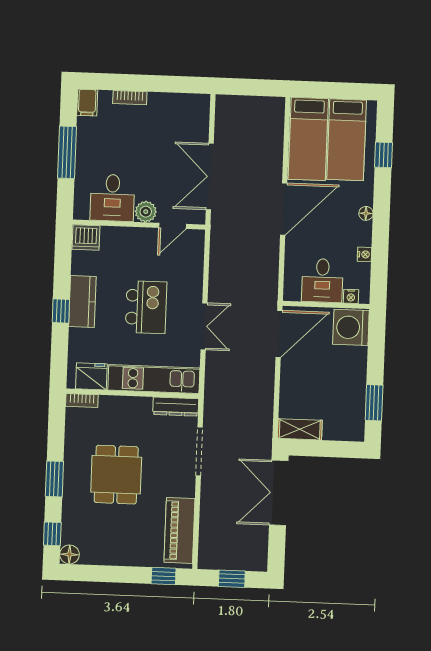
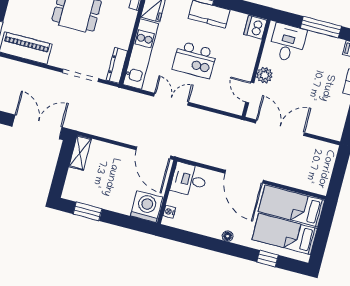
desk: (112, 198) -> (288, 43), moved, turned 90
nightstand: (364, 254) -> (198, 228), removed
desk: (322, 280) -> (189, 180), moved
double door: (204, 326) -> (171, 99), swing flipped

